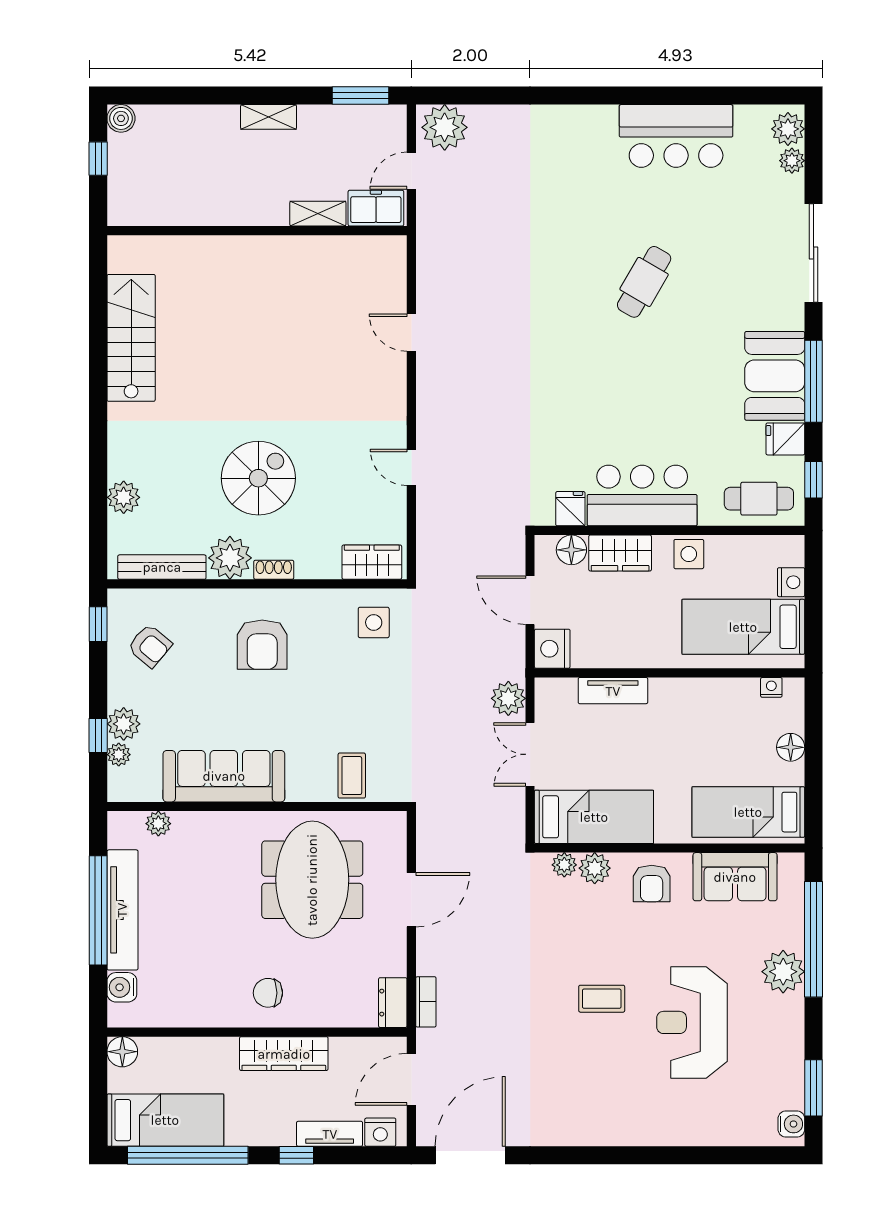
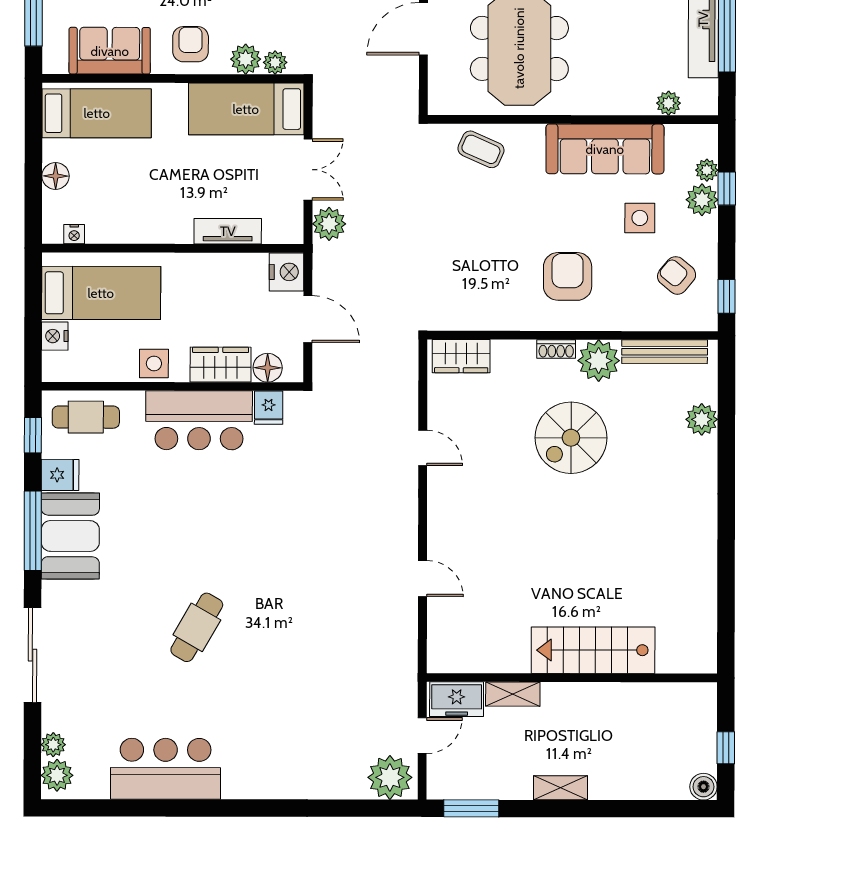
stairs: (131, 338) -> (593, 650), moved, turned 90
side table: (374, 622) -> (640, 218), moved
coffee table: (352, 776) -> (481, 149), turned -66

